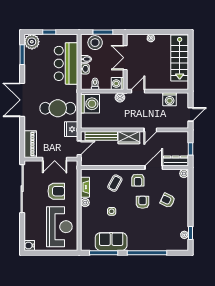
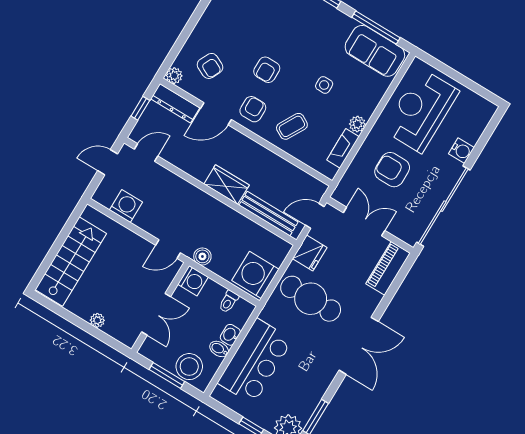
door: (150, 130) -> (146, 153), moved
armchair: (167, 200) -> (210, 66), moved
sofa: (111, 242) -> (375, 51), moved
water cooler: (29, 245) -> (461, 151), moved

